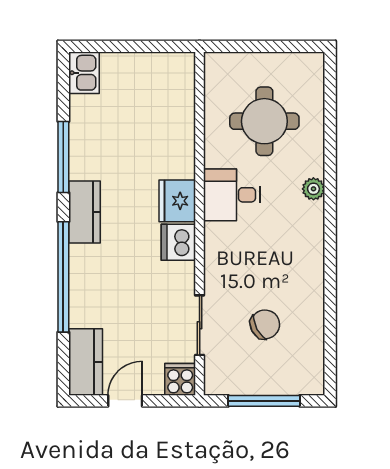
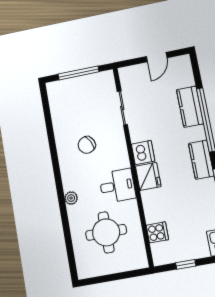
window: (143, 46) -> (186, 264), added
chair: (265, 324) -> (87, 145), moved
kitchen counter: (86, 362) -> (190, 107), moved
cooker: (180, 379) -> (157, 232), moved, turned -90

